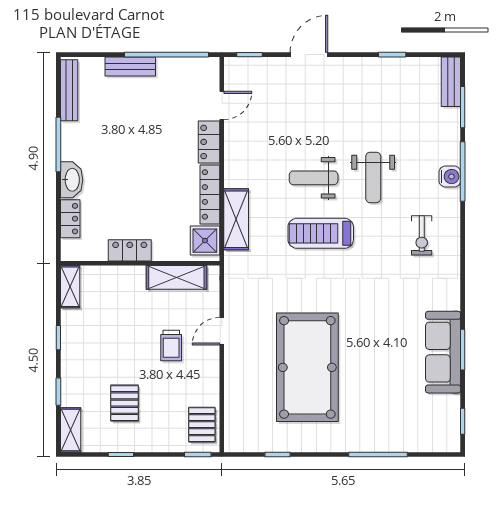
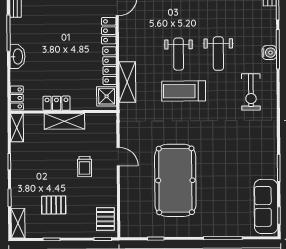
weight bench: (314, 178) -> (179, 54), turned -90
locker: (70, 219) -> (17, 98), moved
exercise bike: (422, 235) -> (251, 92), width x1.38, depth x1.39
shelving: (176, 277) -> (64, 121), moved
door: (222, 331) -> (118, 157), swing flipped
sofa: (443, 352) -> (266, 206), moved
pallet: (125, 403) -> (54, 205), turned 90

